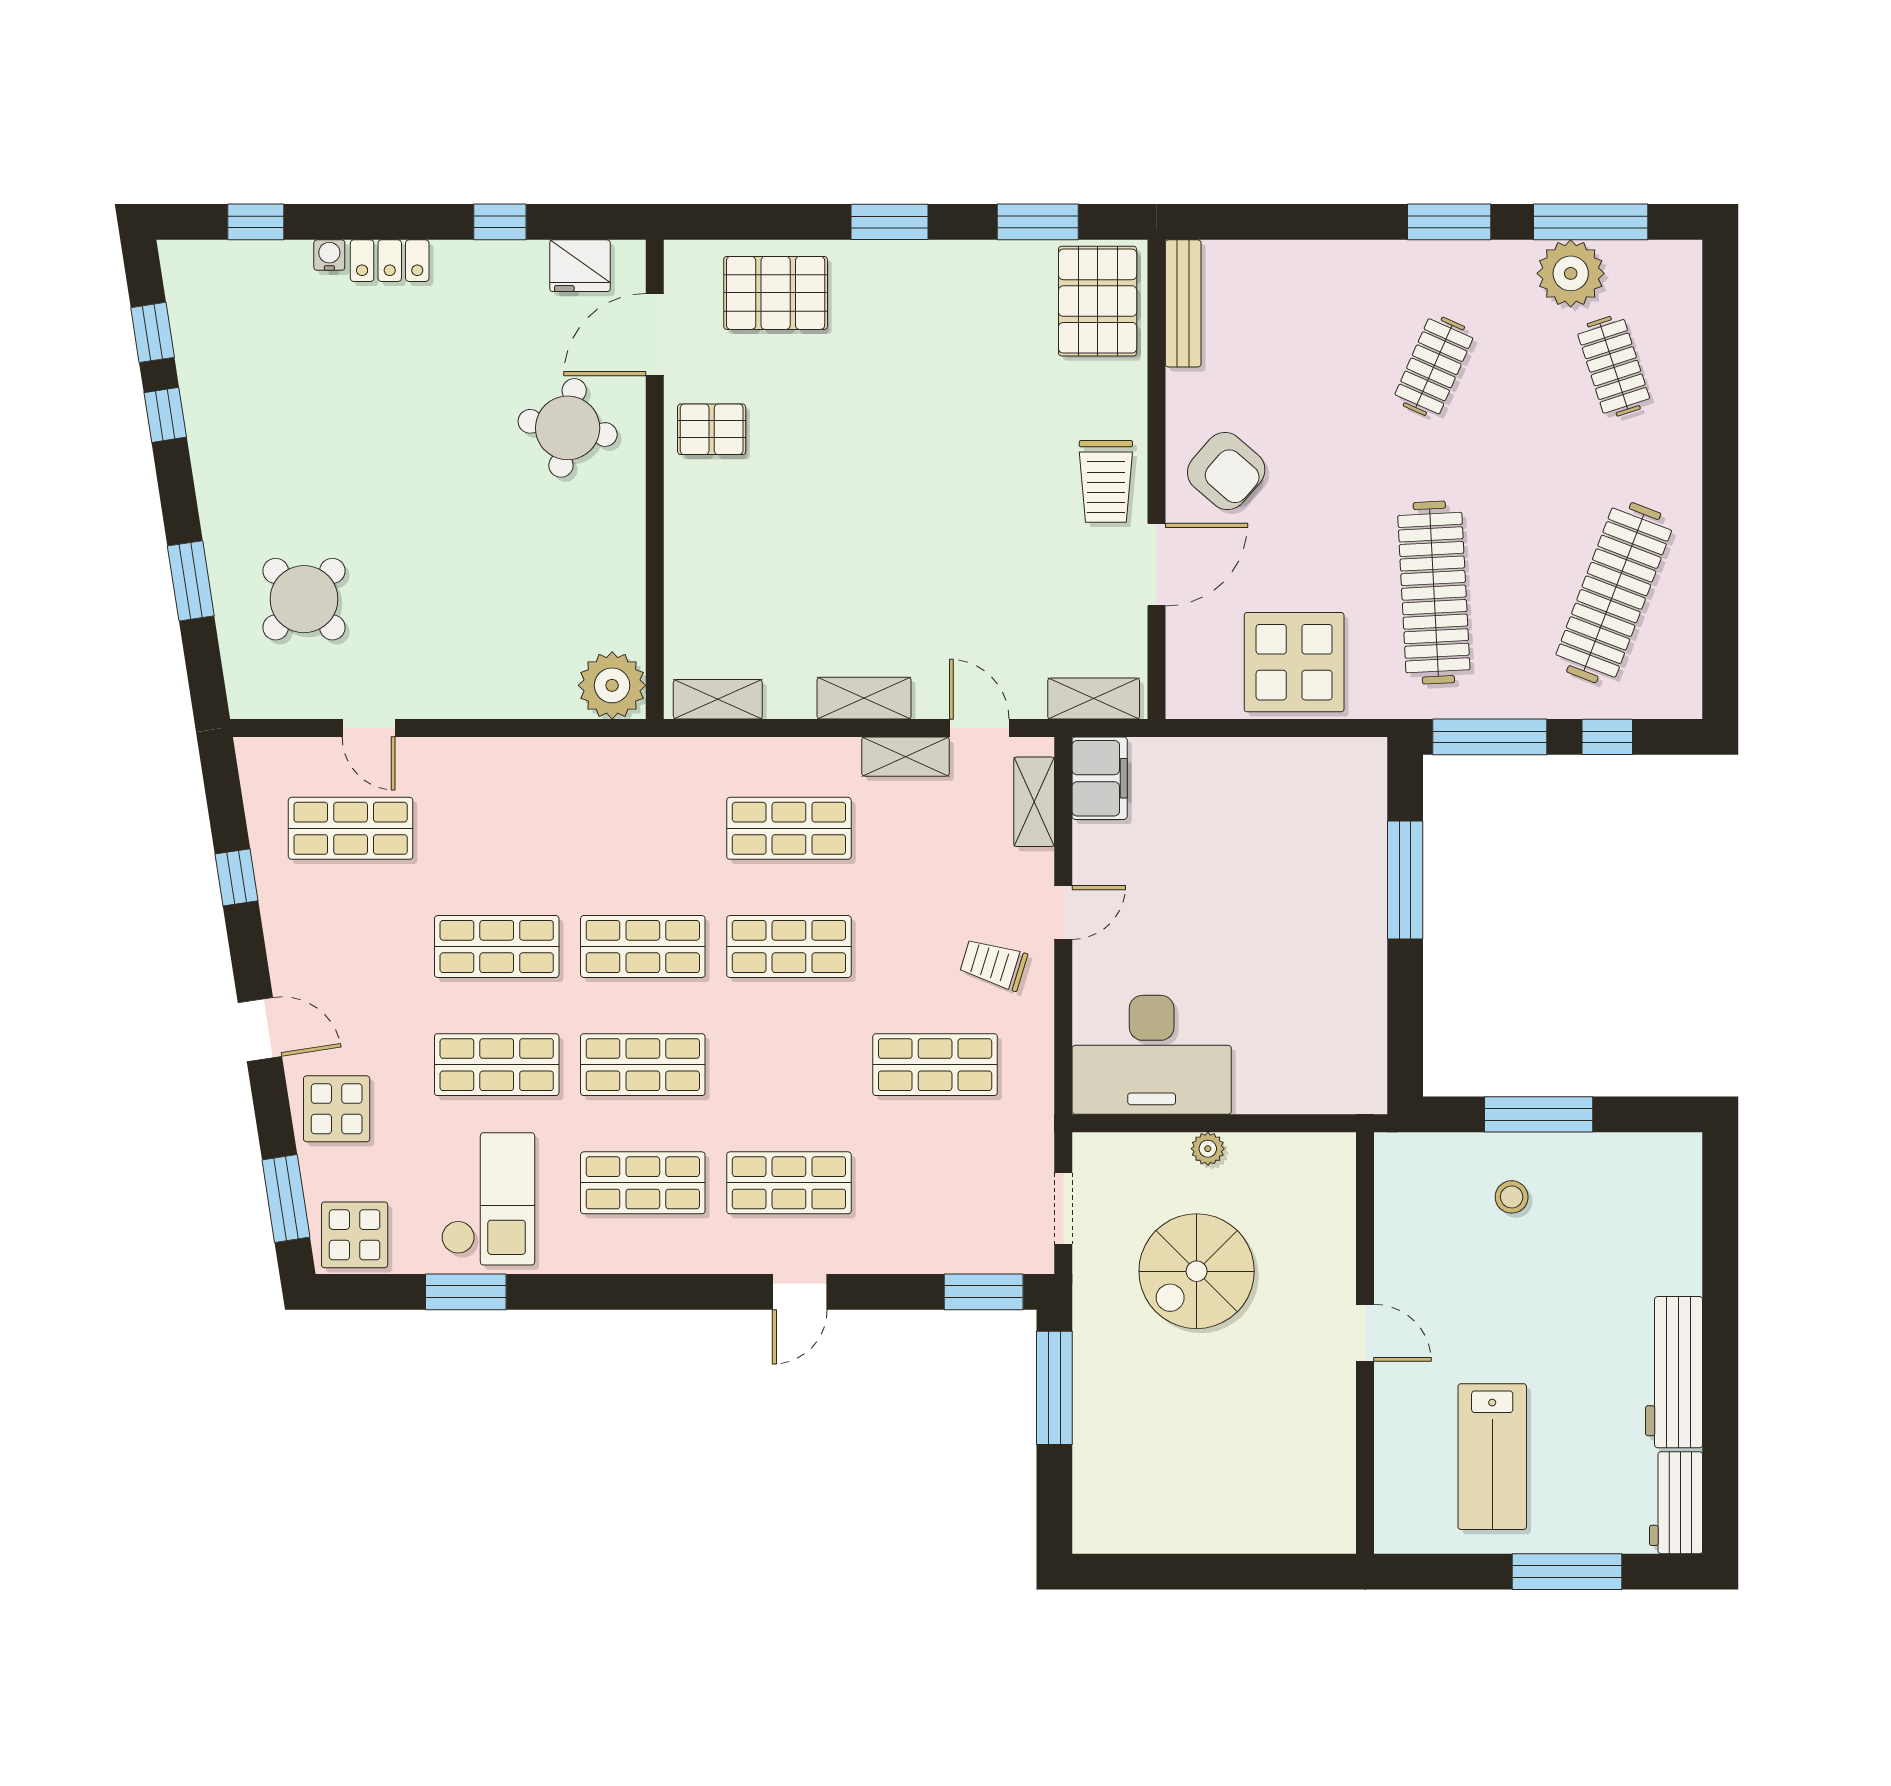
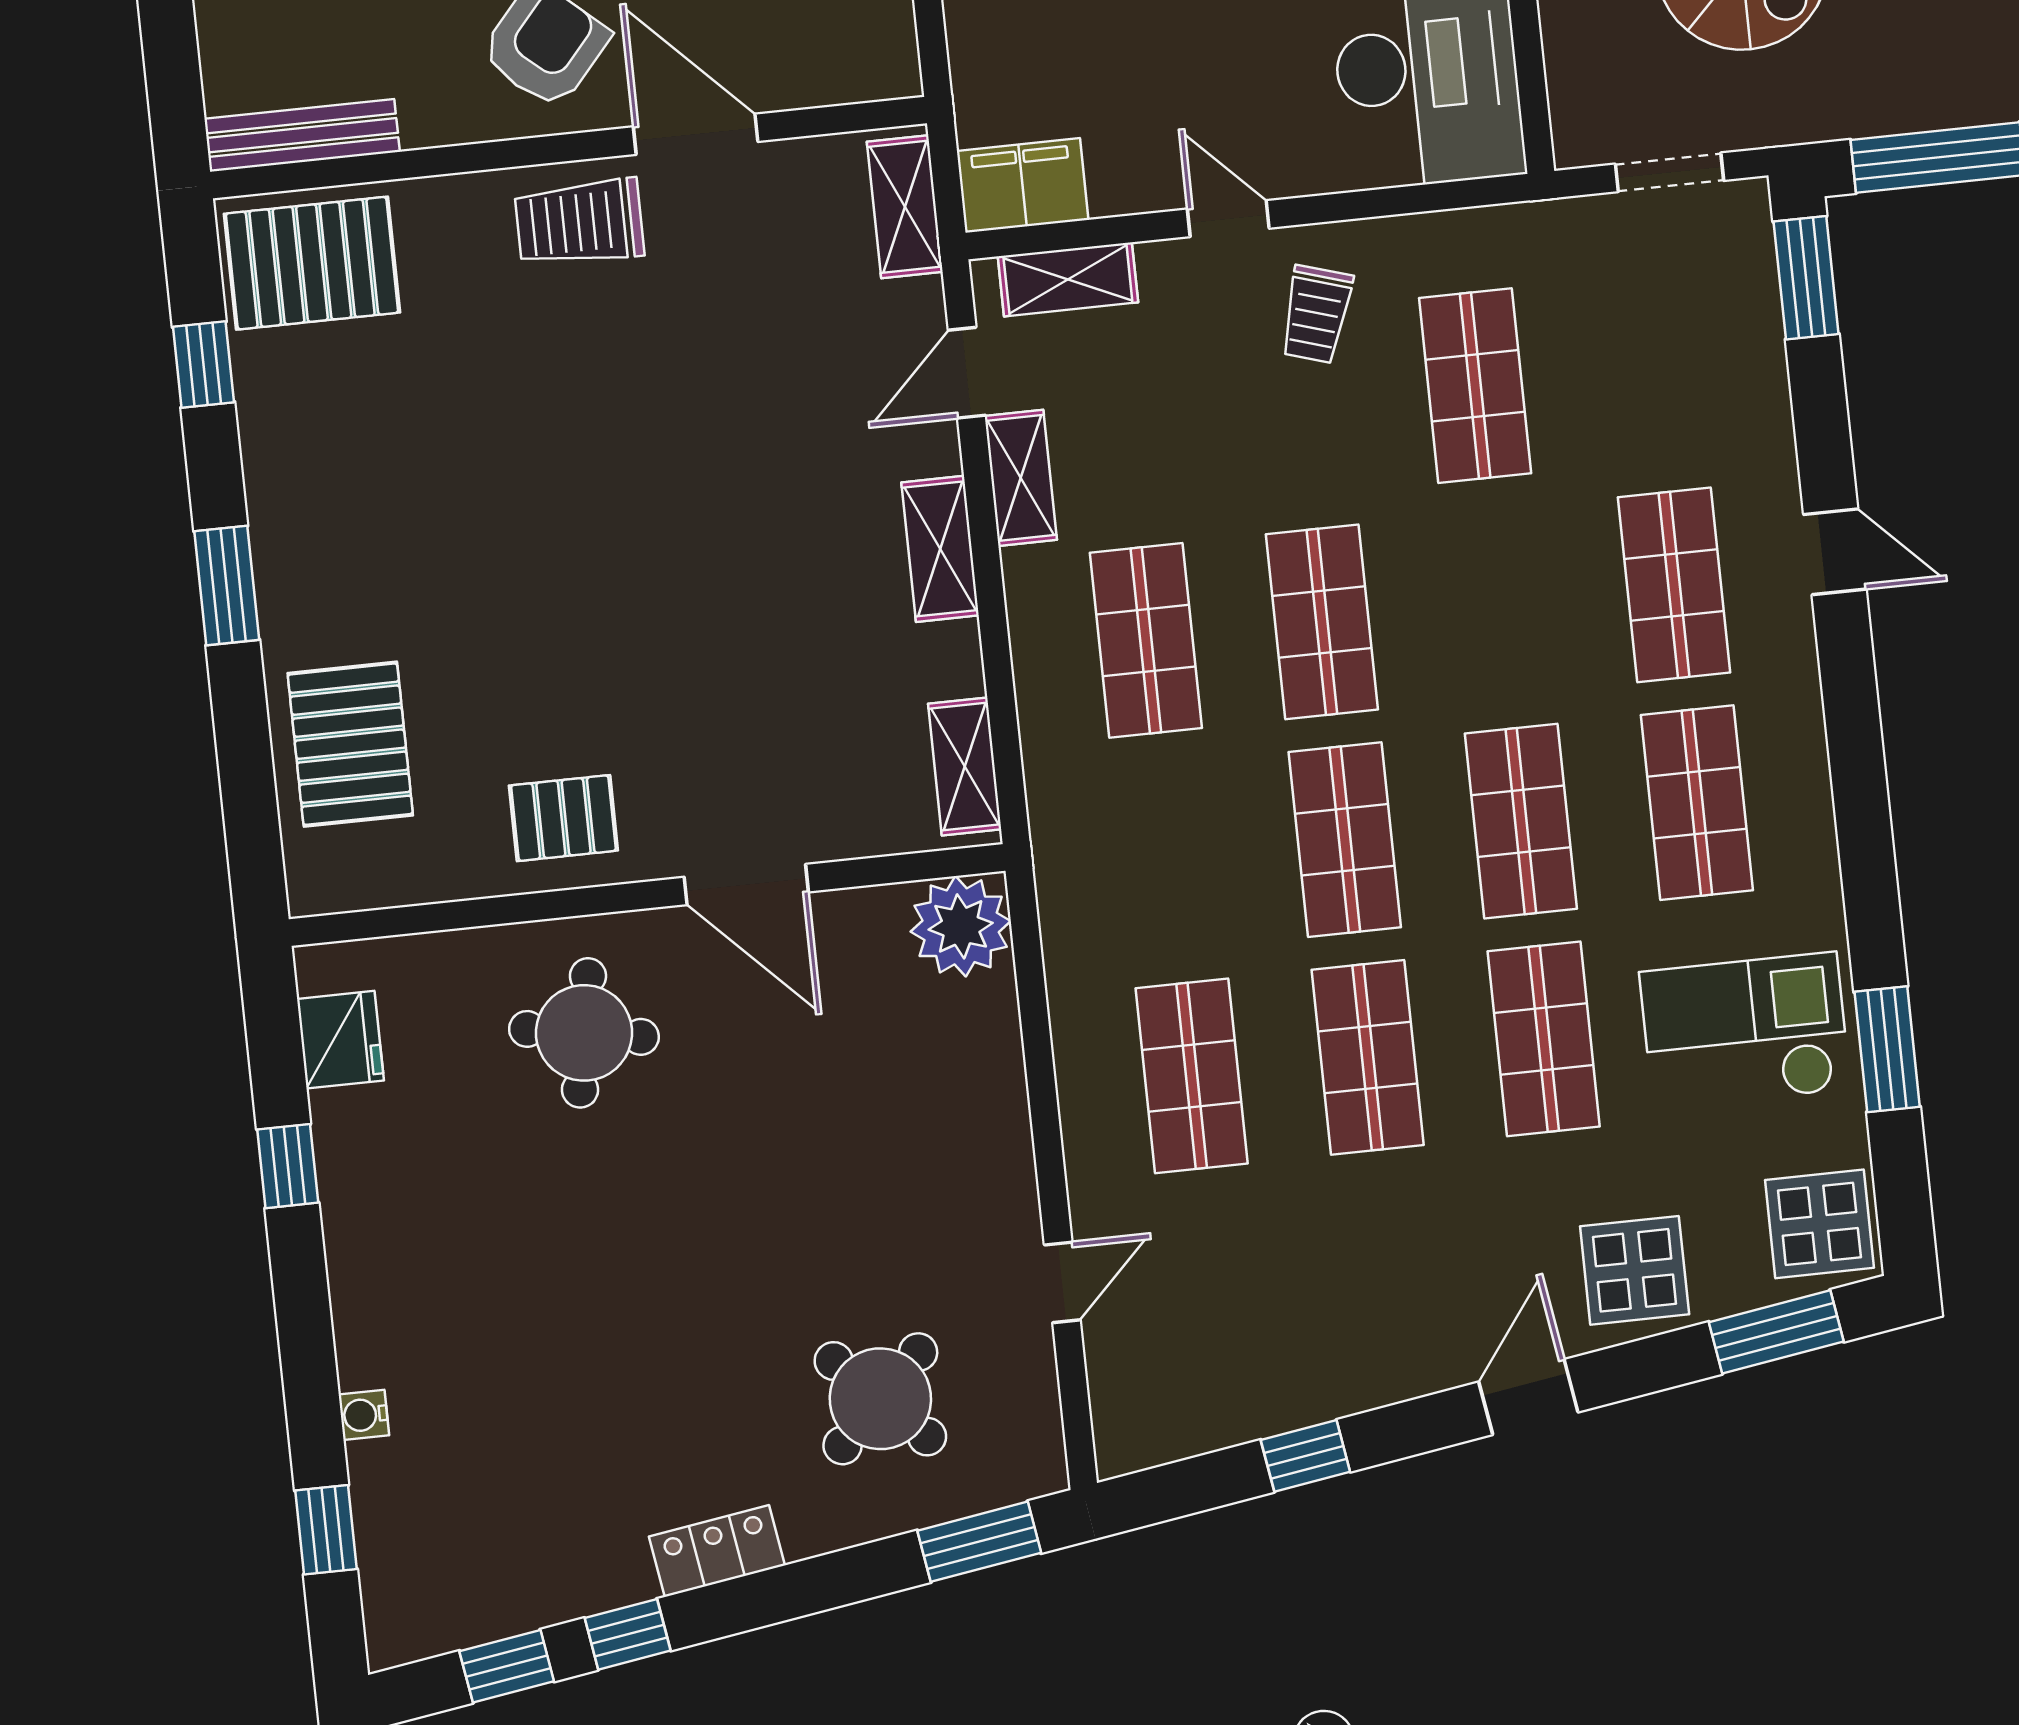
window: (1038, 222) -> (203, 365), width x0.67
locker: (390, 261) -> (717, 1551), moved, turned -99
door: (655, 335) -> (746, 885), moved
pallet: (712, 429) -> (563, 818), turned 90
trolley: (1106, 481) -> (579, 223), turned 180
window: (191, 581) -> (979, 1542), moved
shop shelf: (351, 828) -> (1192, 1076), moved

